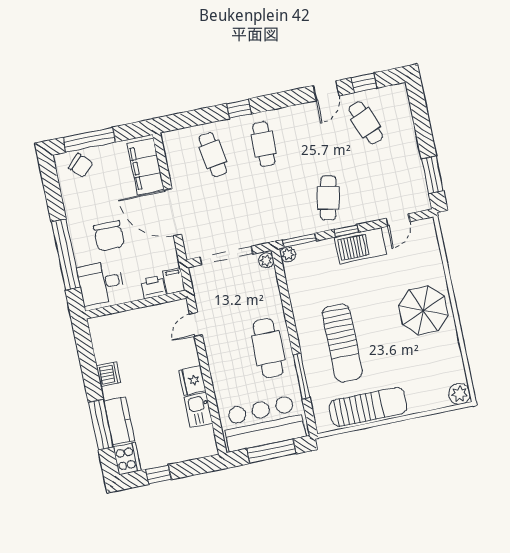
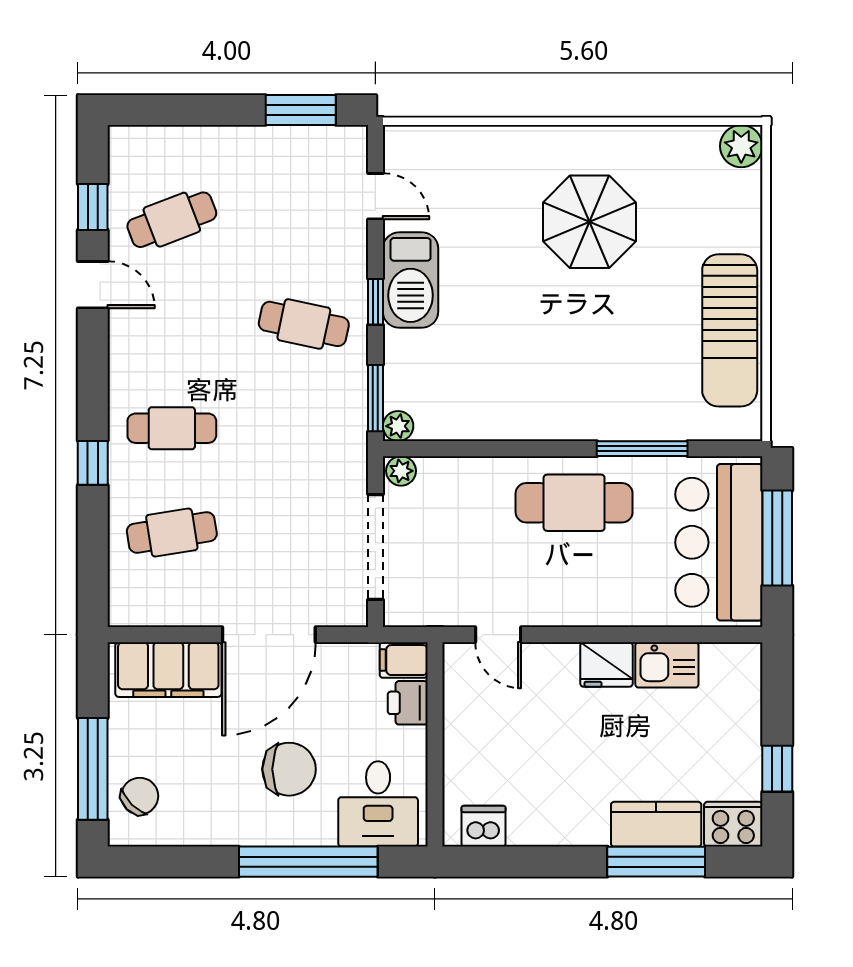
parasol: (423, 310) -> (590, 222), moved
sun lounger: (342, 343) -> (594, 355), removed
dishwasher: (108, 374) -> (484, 826), moved
sun lounger: (368, 407) -> (730, 330), turned 180

